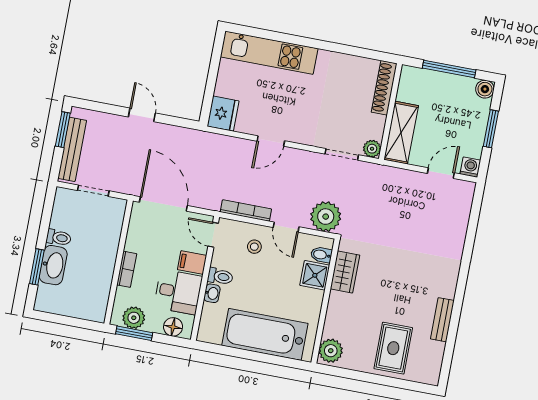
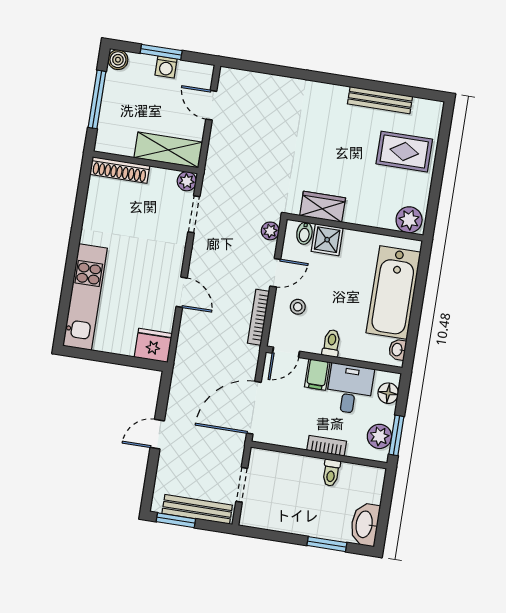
washing machine: (470, 167) -> (166, 67), moved, turned -90
plant: (326, 217) -> (270, 231), width x0.53, depth x0.53
toilet: (59, 238) -> (331, 473), moved, turned 180
washbasin: (53, 265) -> (365, 524), moved, turned -90
washbasin: (212, 293) -> (397, 350), moved, turned -90
bench: (442, 320) -> (380, 100), width x1.36

